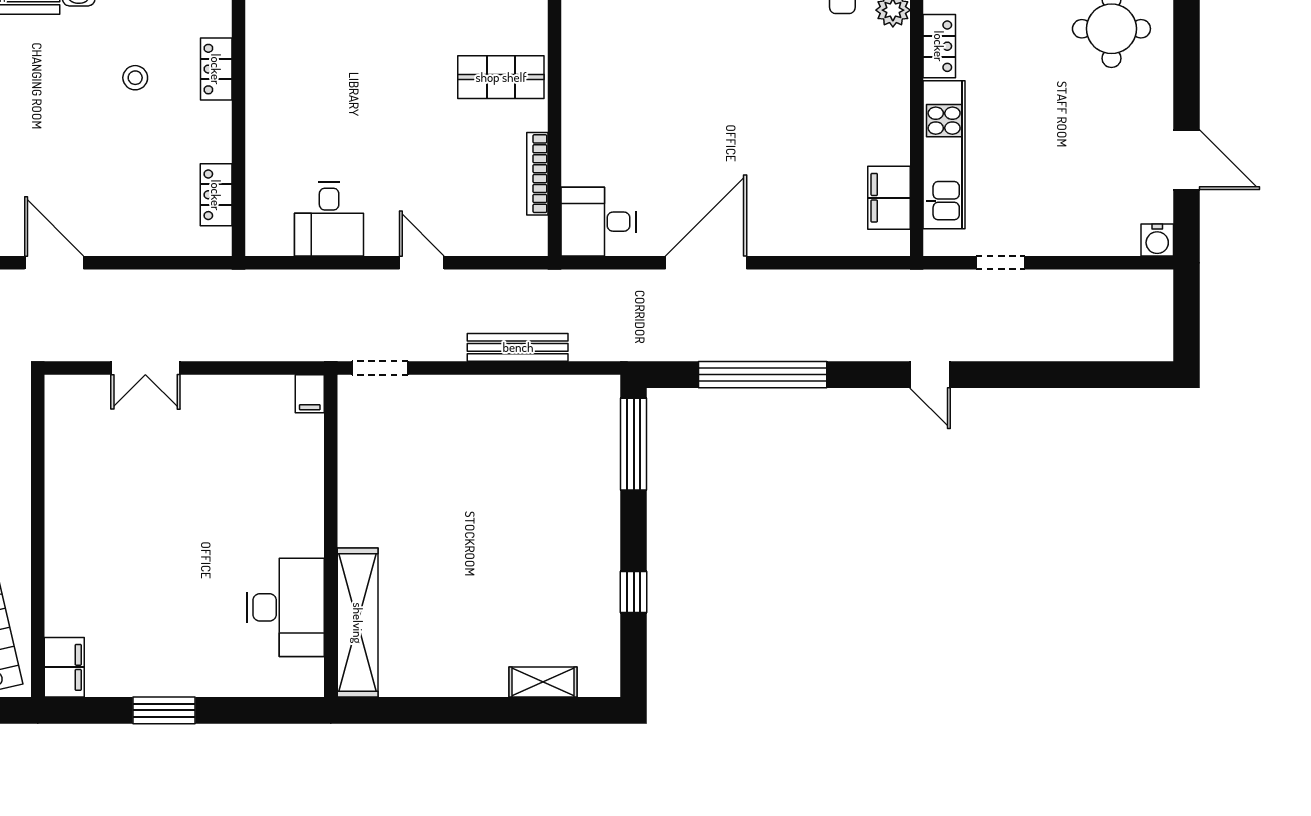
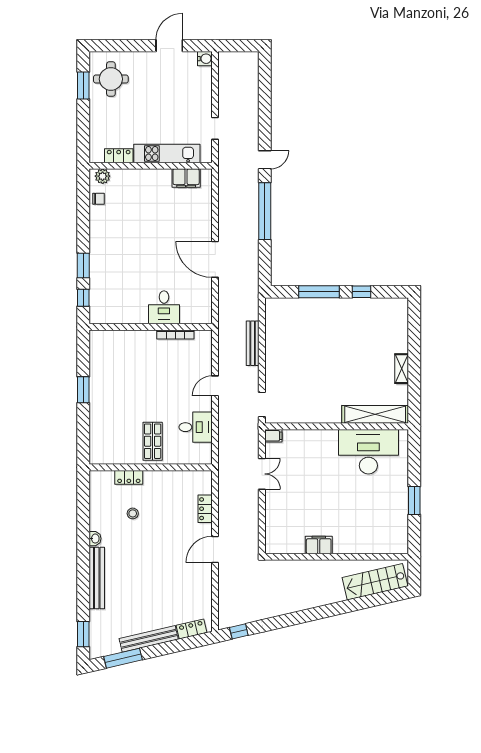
shop shelf: (501, 77) -> (153, 441), moved
locker: (216, 195) -> (205, 509), moved, turned 90
desk: (598, 222) -> (164, 307), moved
double door: (145, 368) -> (262, 474), moved
window: (763, 375) -> (265, 211), moved
window: (634, 444) -> (319, 292), moved
desk: (285, 607) -> (368, 452), width x1.36, depth x1.30
filing cabinet: (64, 667) -> (319, 545), moved
shelving: (543, 682) -> (402, 369), moved

